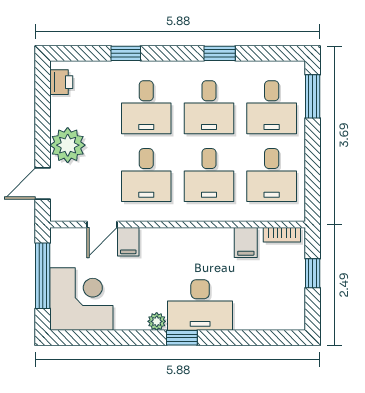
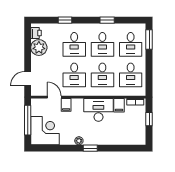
plant: (68, 145) -> (39, 48), moved
door: (102, 225) -> (54, 97), swing flipped
desk: (200, 305) -> (98, 110), moved, turned 180

